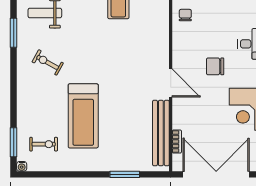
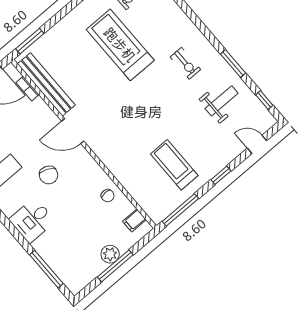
exercise bike: (48, 62) -> (185, 63), turned 61
chair: (215, 66) -> (49, 175), turned 114
window: (125, 174) -> (30, 41), moved

